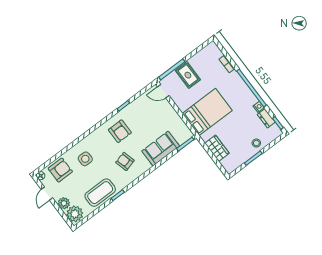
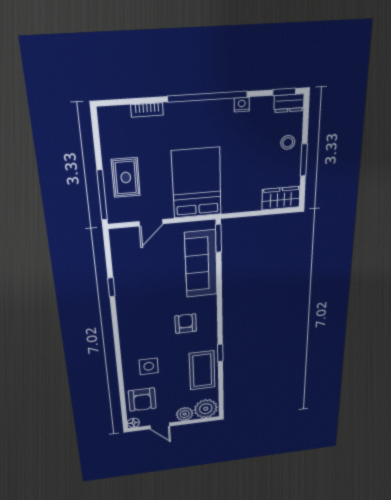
rug: (188, 75) -> (126, 177), turned 90
door: (163, 91) -> (151, 223), moved
dresser: (266, 118) -> (289, 103), moved
armchair: (120, 131) -> (143, 309), removed
wardrobe: (217, 148) -> (281, 198), moved
sofa: (161, 149) -> (201, 264), width x1.36
armchair: (125, 161) -> (186, 324), turned 105
armchair: (60, 170) -> (142, 400), turned 180

